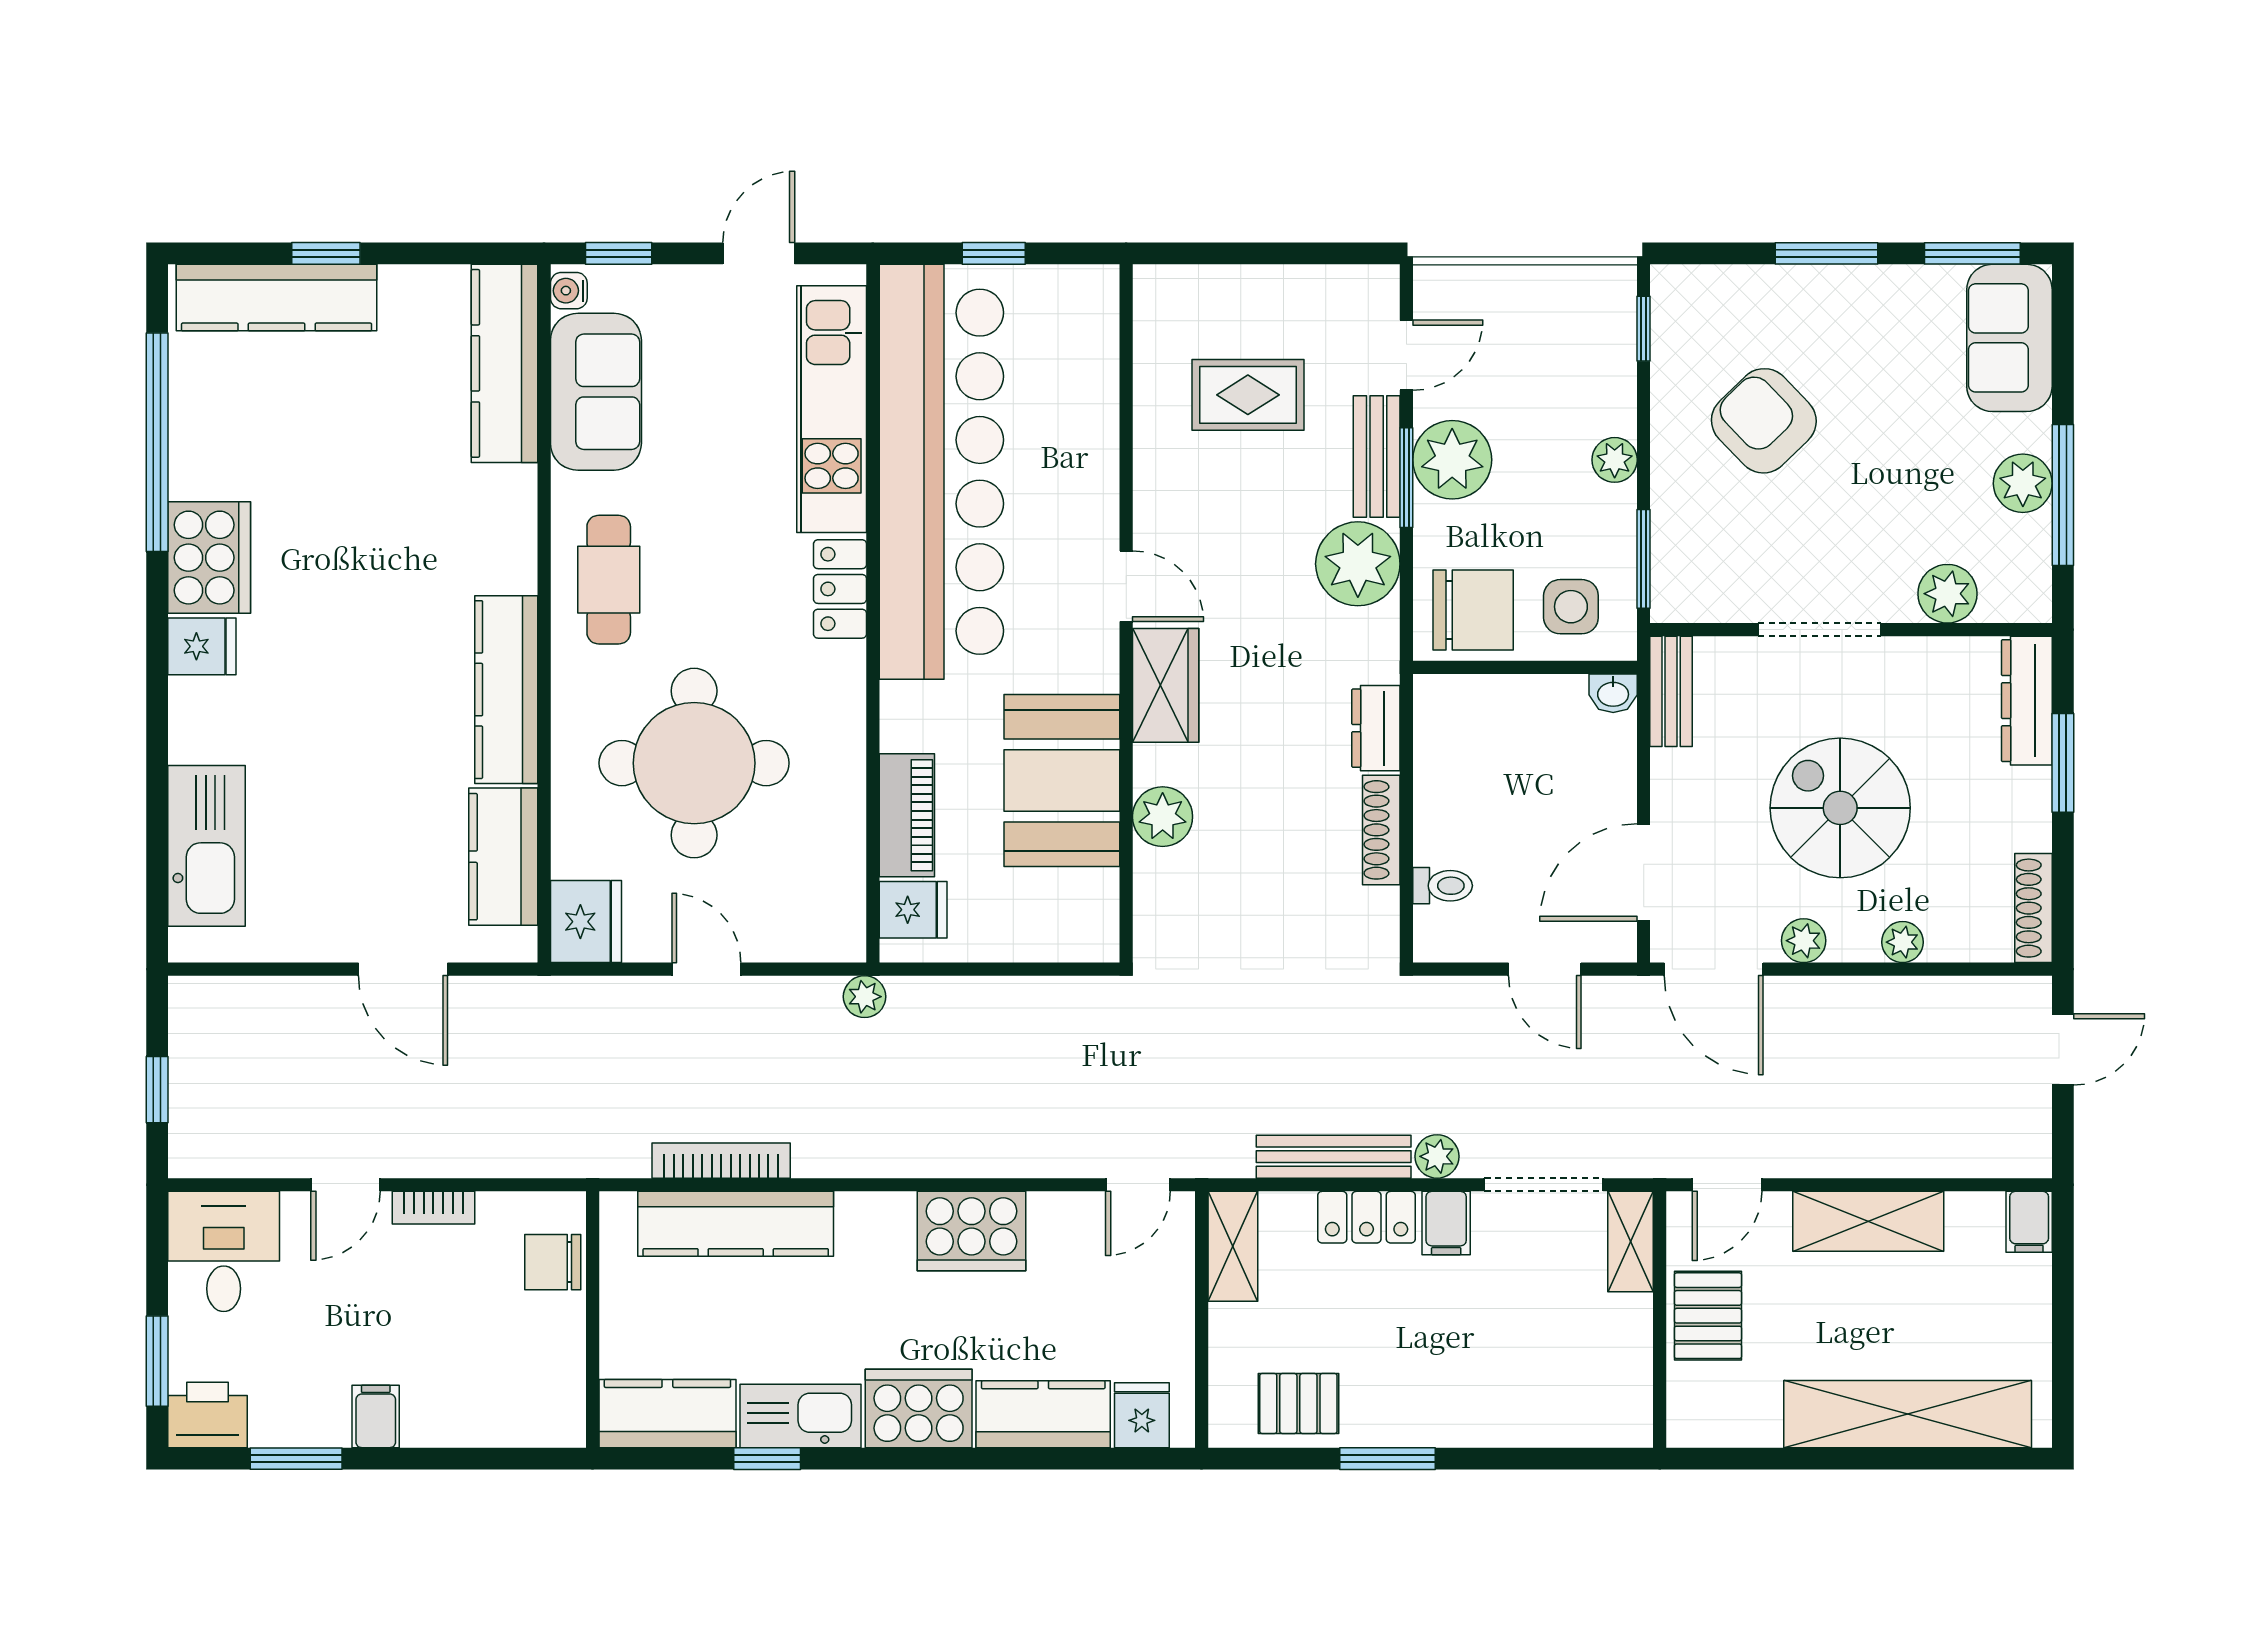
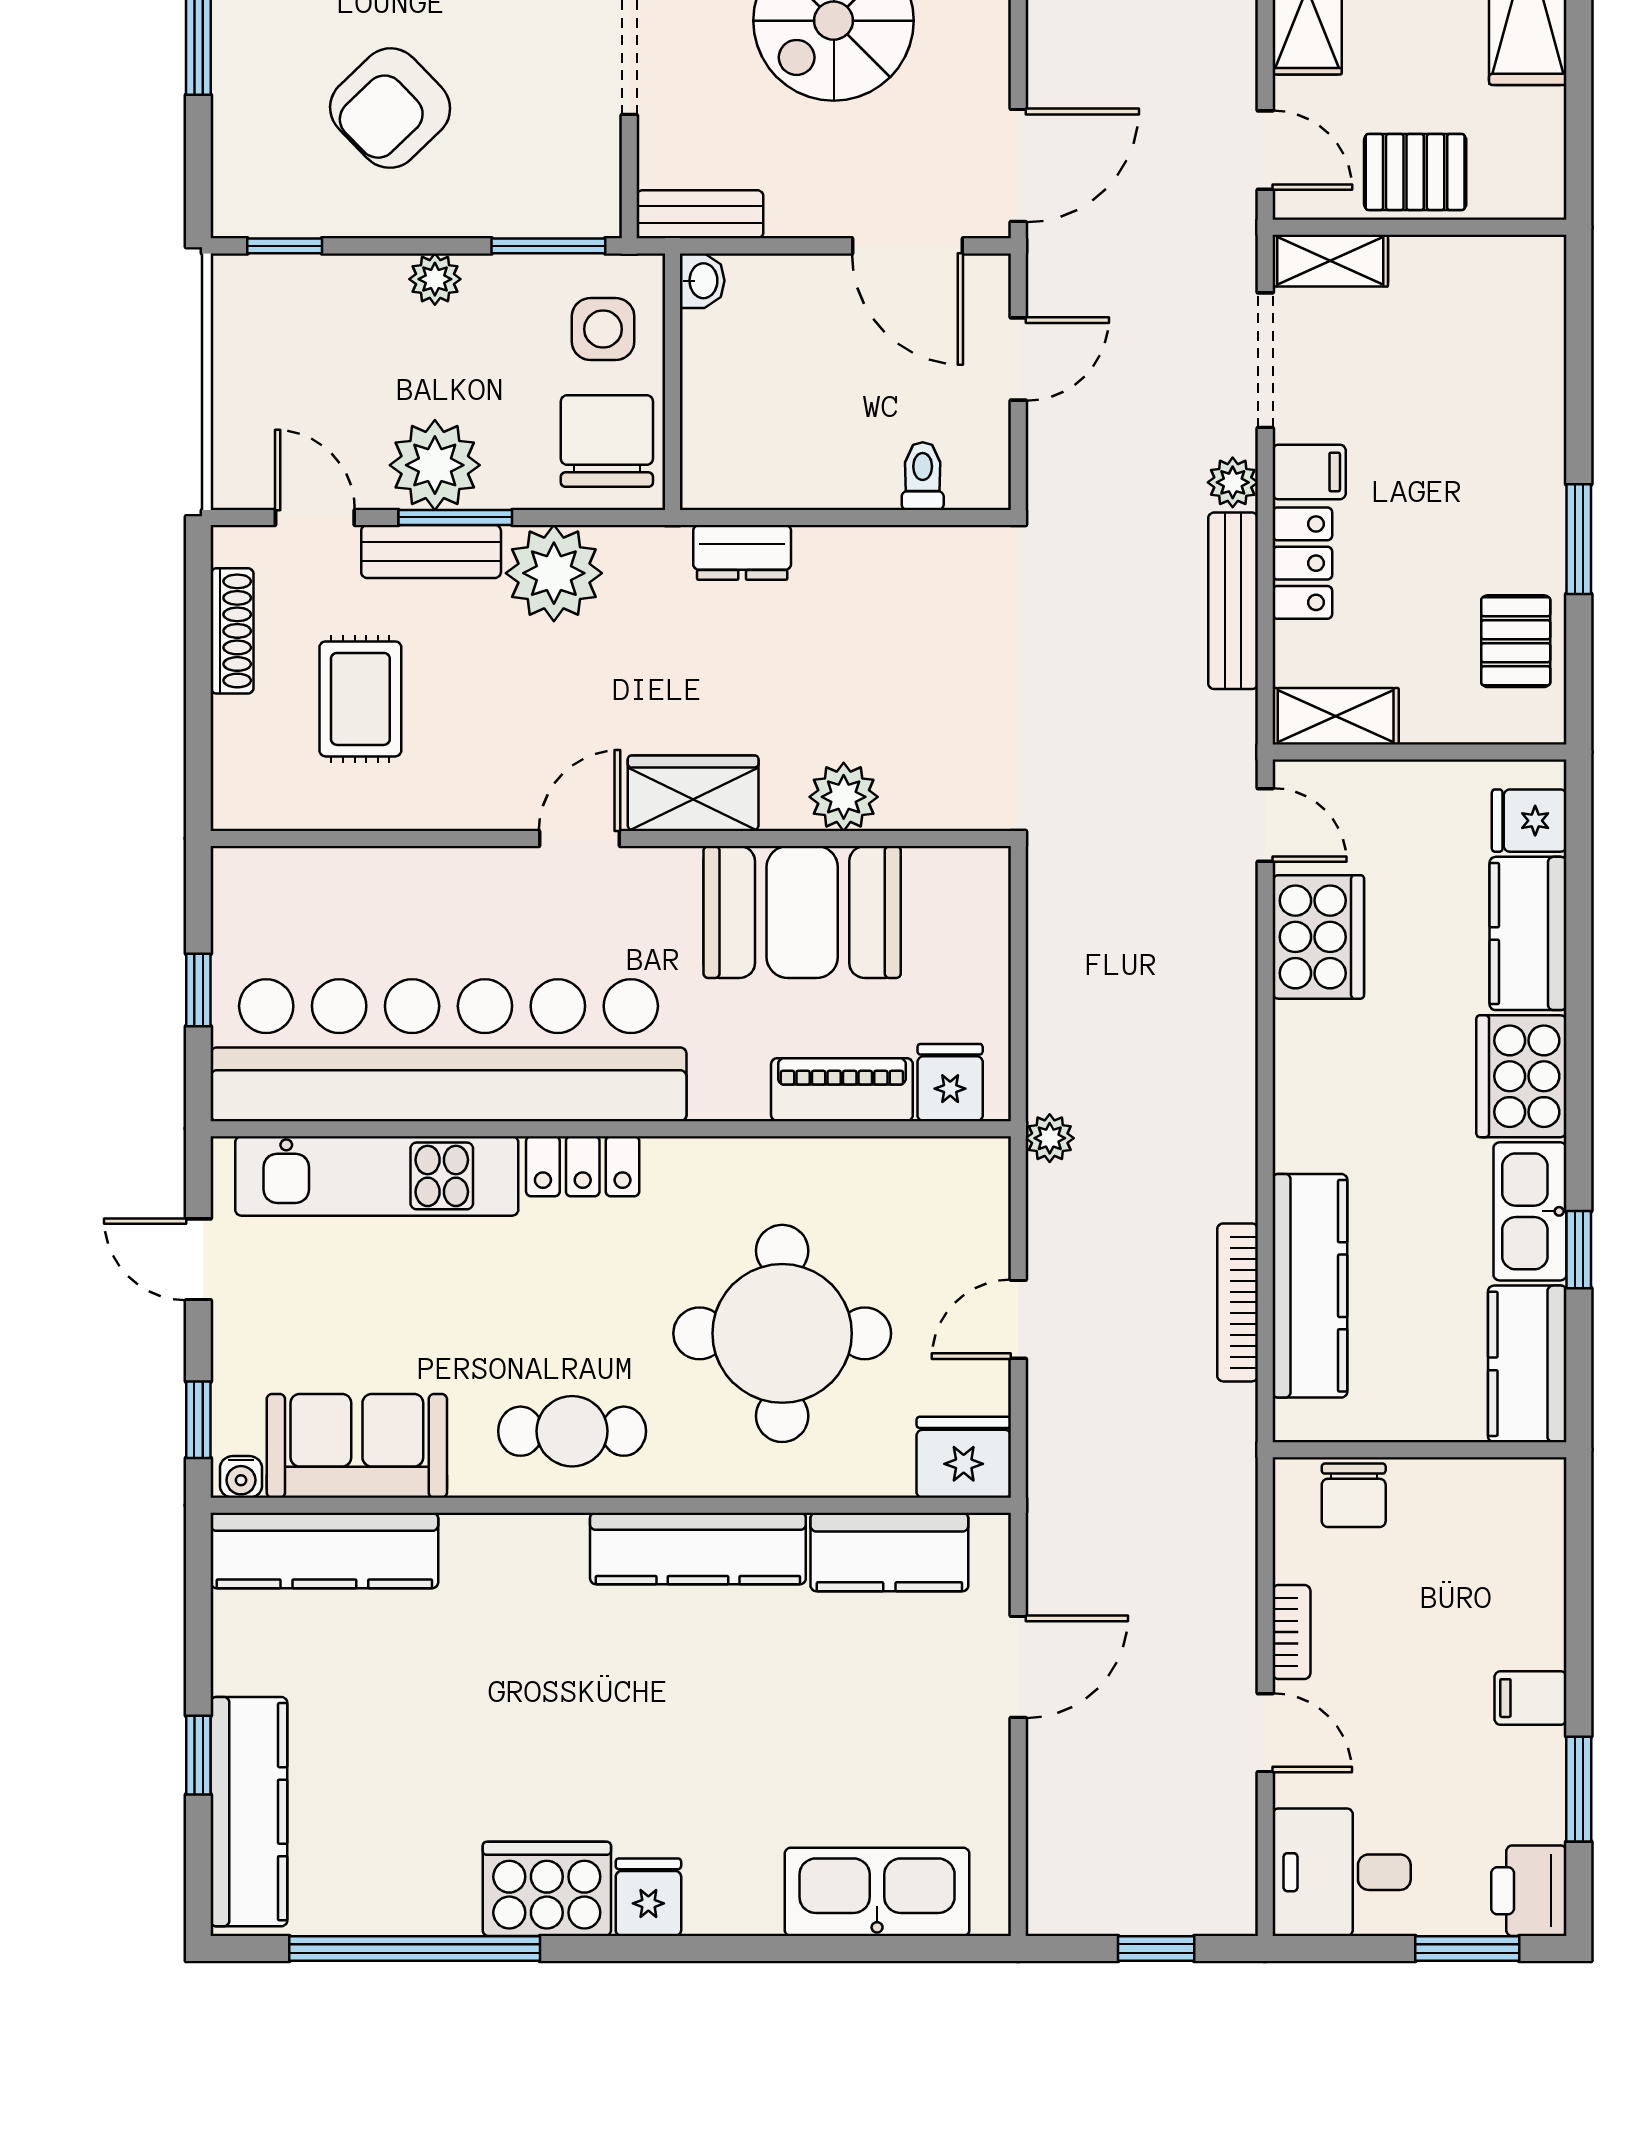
shoe rack: (1381, 830) -> (232, 631), moved, turned -90
plant: (1804, 941) -> (986, 62), removed
cooker: (972, 1231) -> (1318, 937), moved

